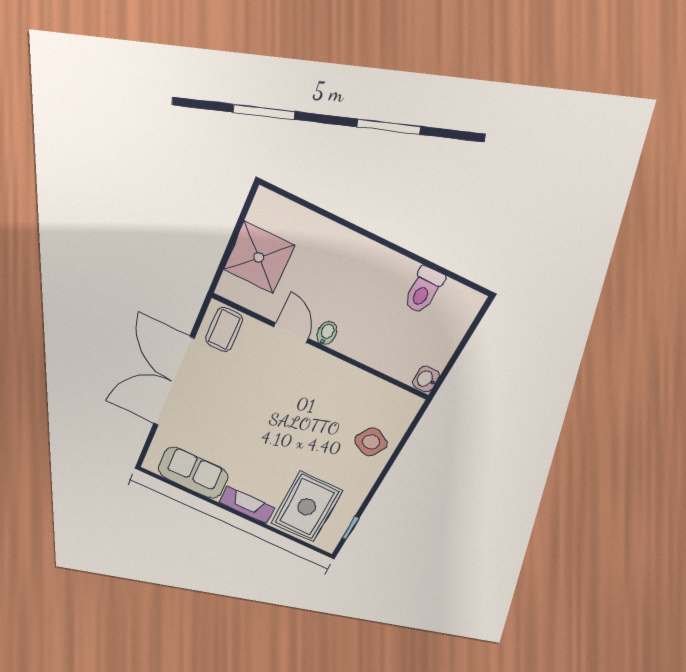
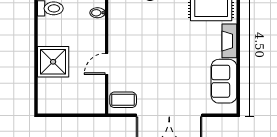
shower: (259, 258) -> (53, 62), moved
bidet: (327, 333) -> (97, 13), moved

